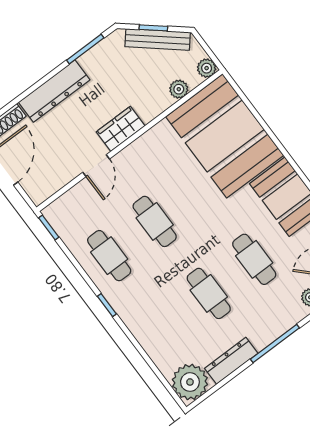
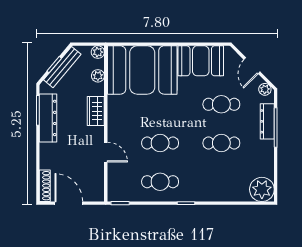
dresser: (54, 91) -> (48, 118), moved
wardrobe: (121, 129) -> (96, 111), moved
dresser: (231, 361) -> (267, 121), moved

